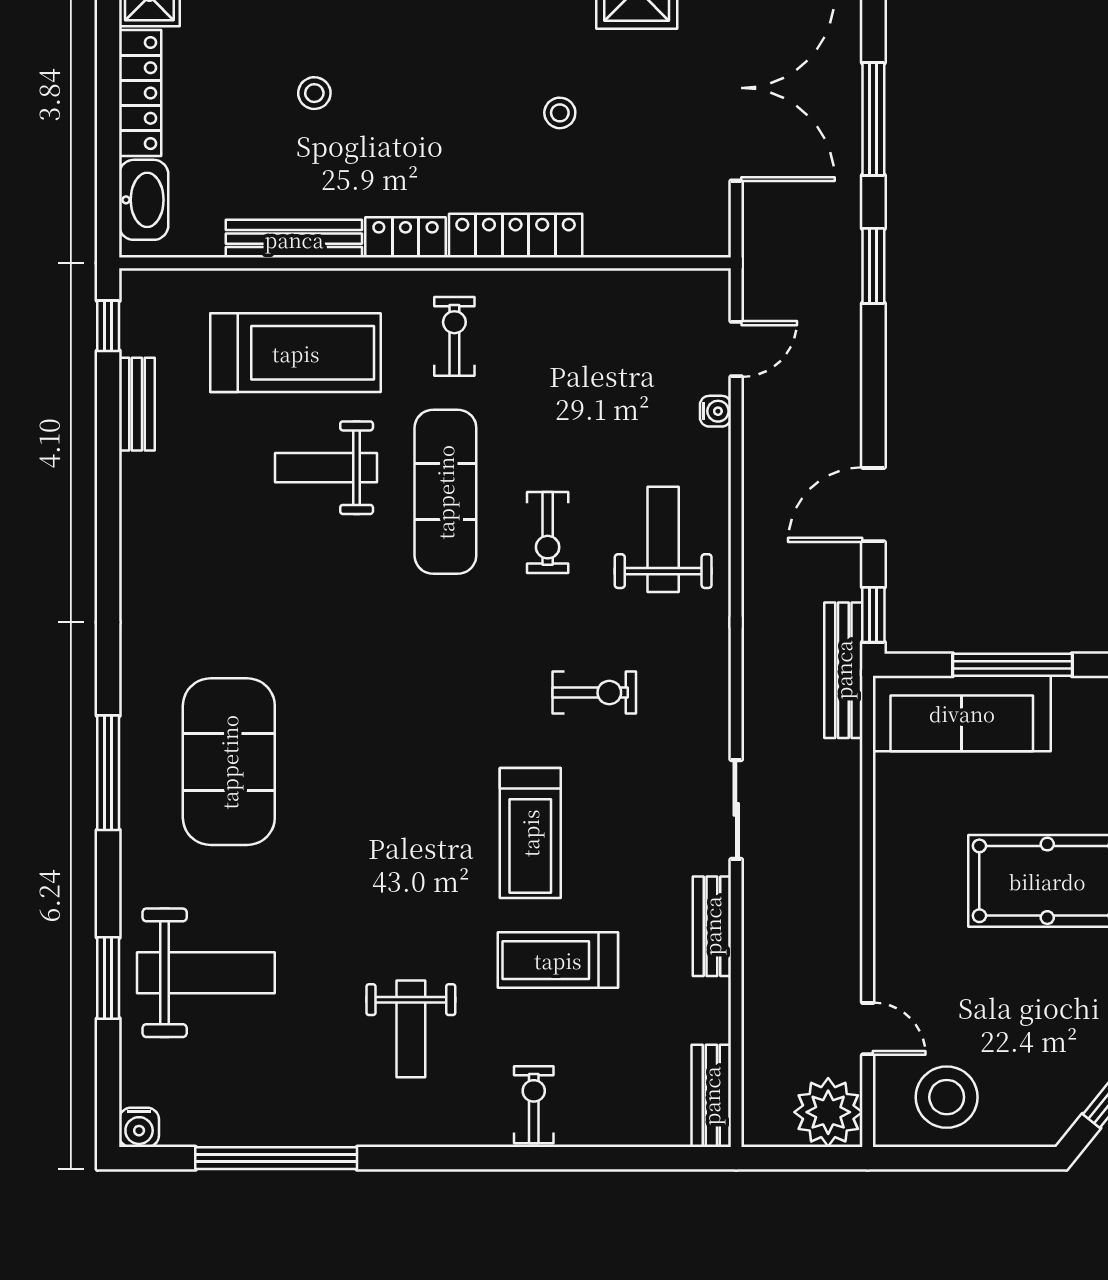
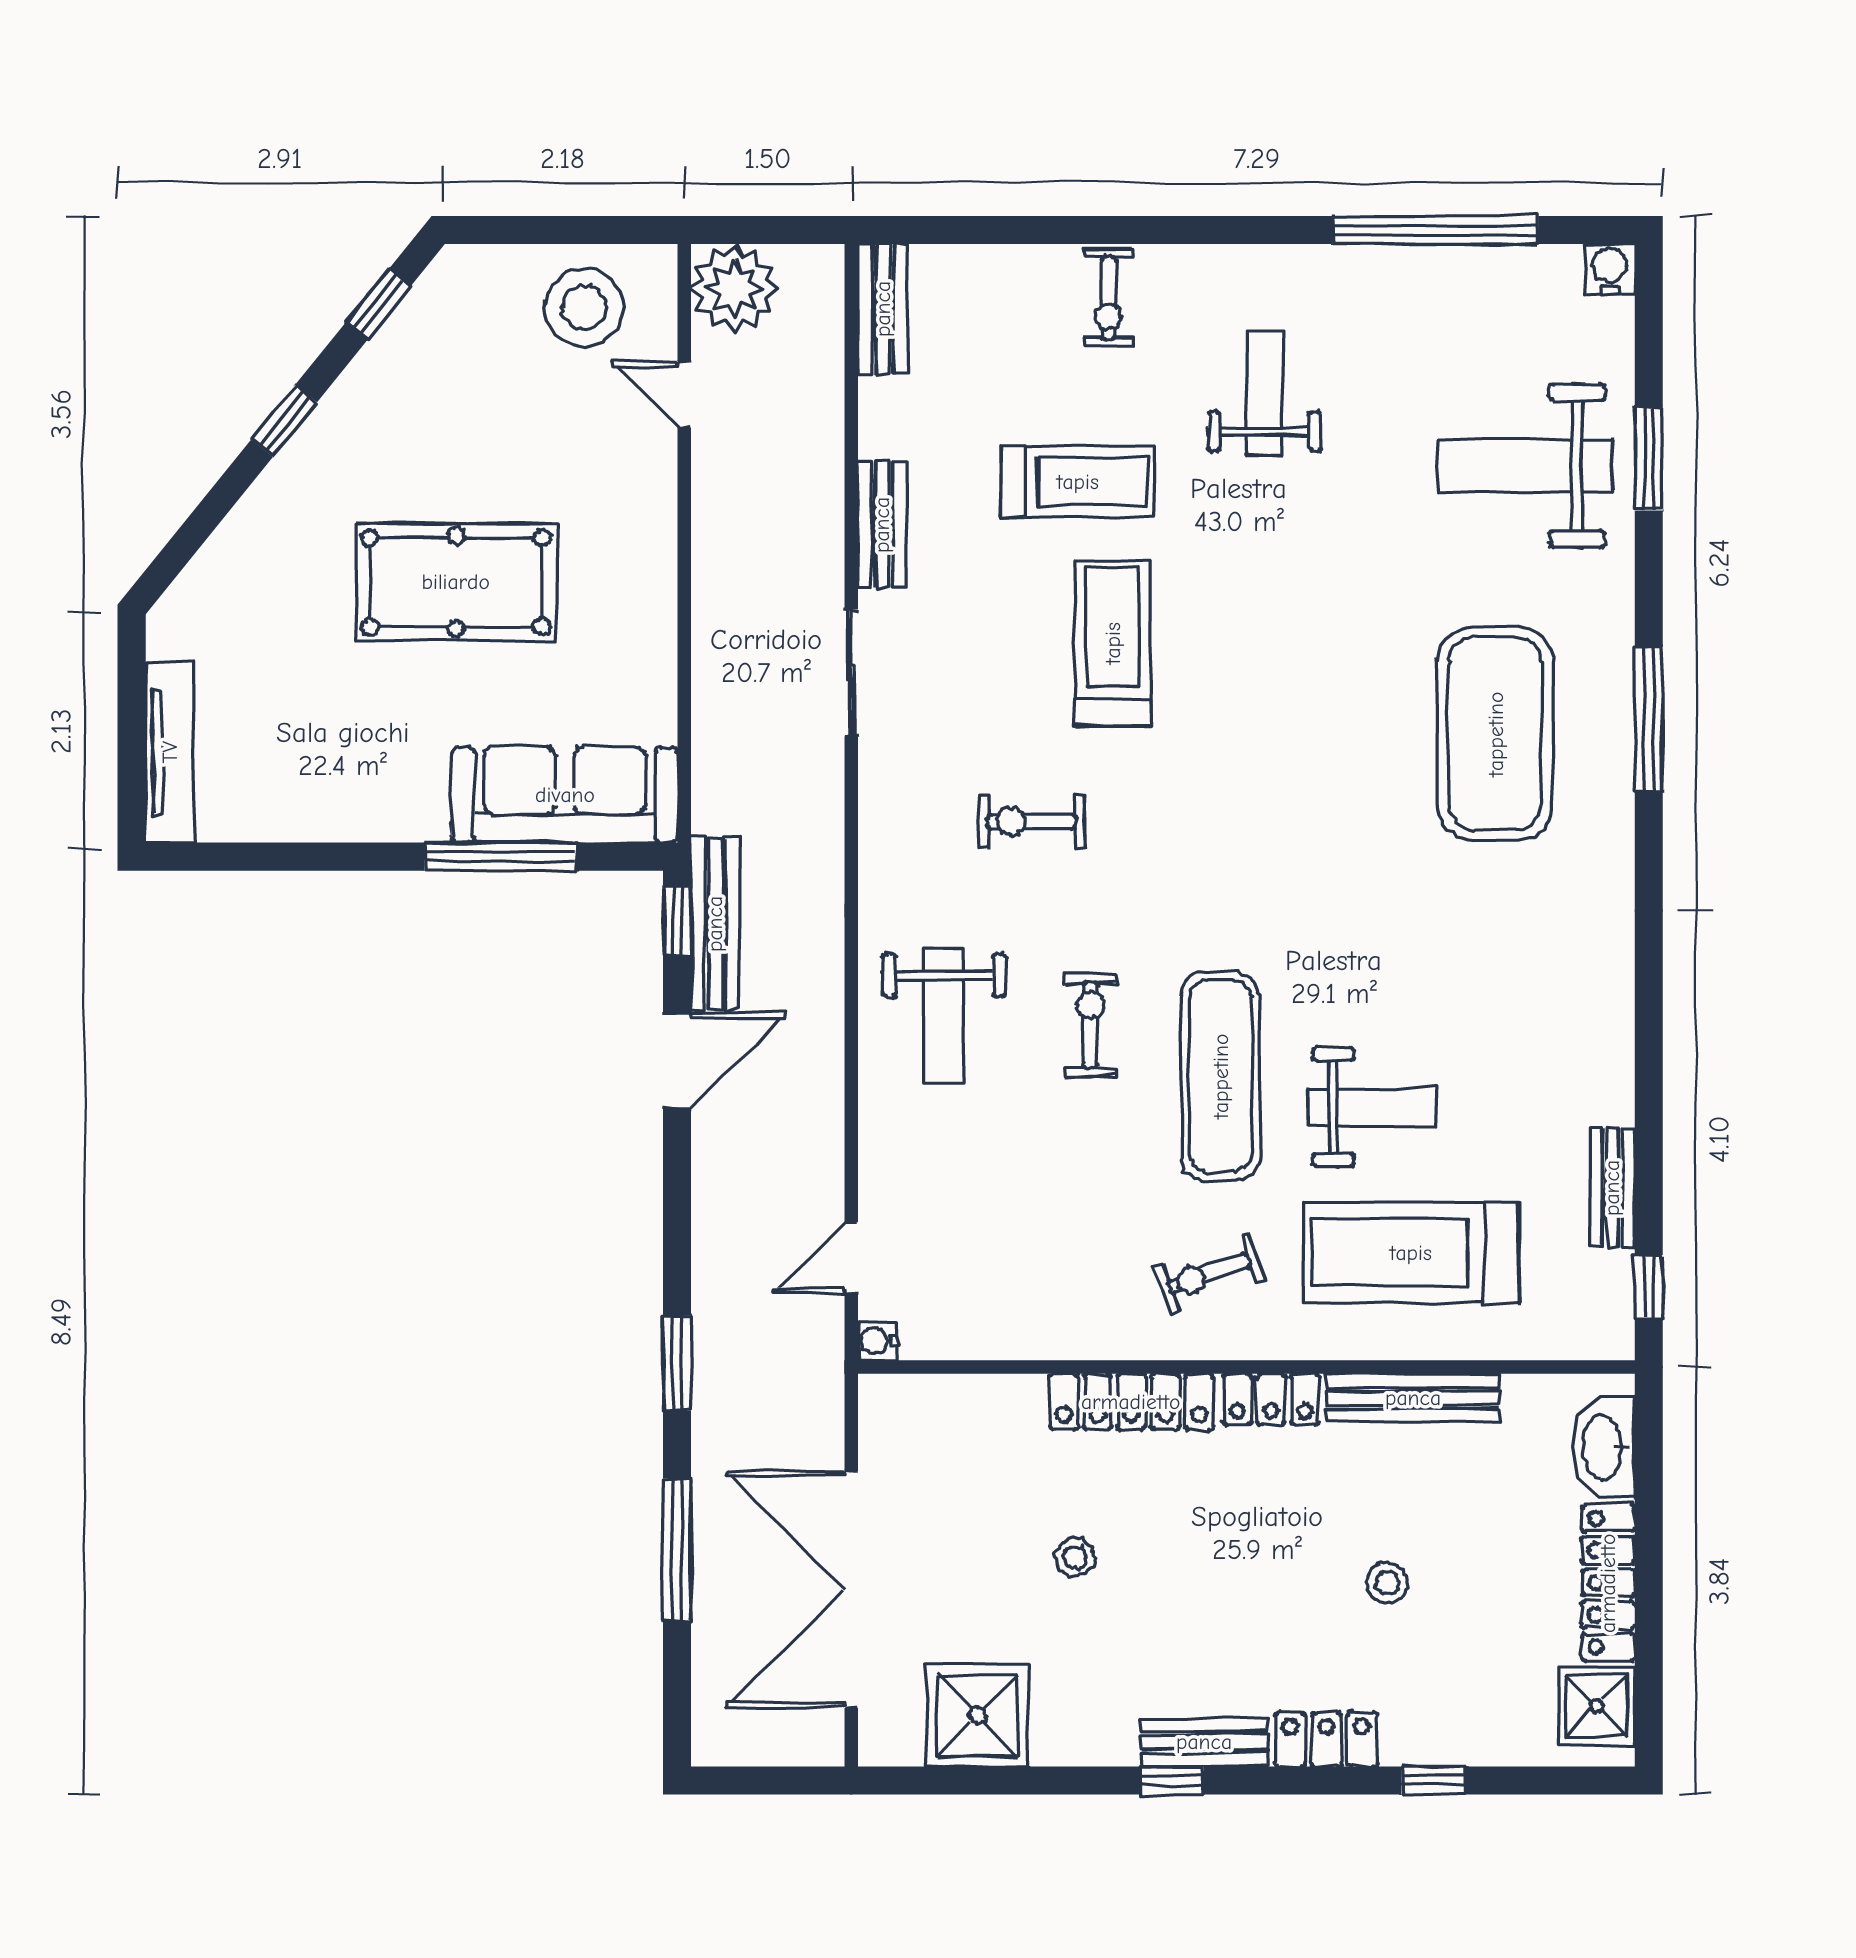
exercise bike: (454, 336) -> (1209, 1274), turned 70
water cooler: (715, 411) -> (878, 1341), moved
bench: (843, 670) -> (715, 924), moved

